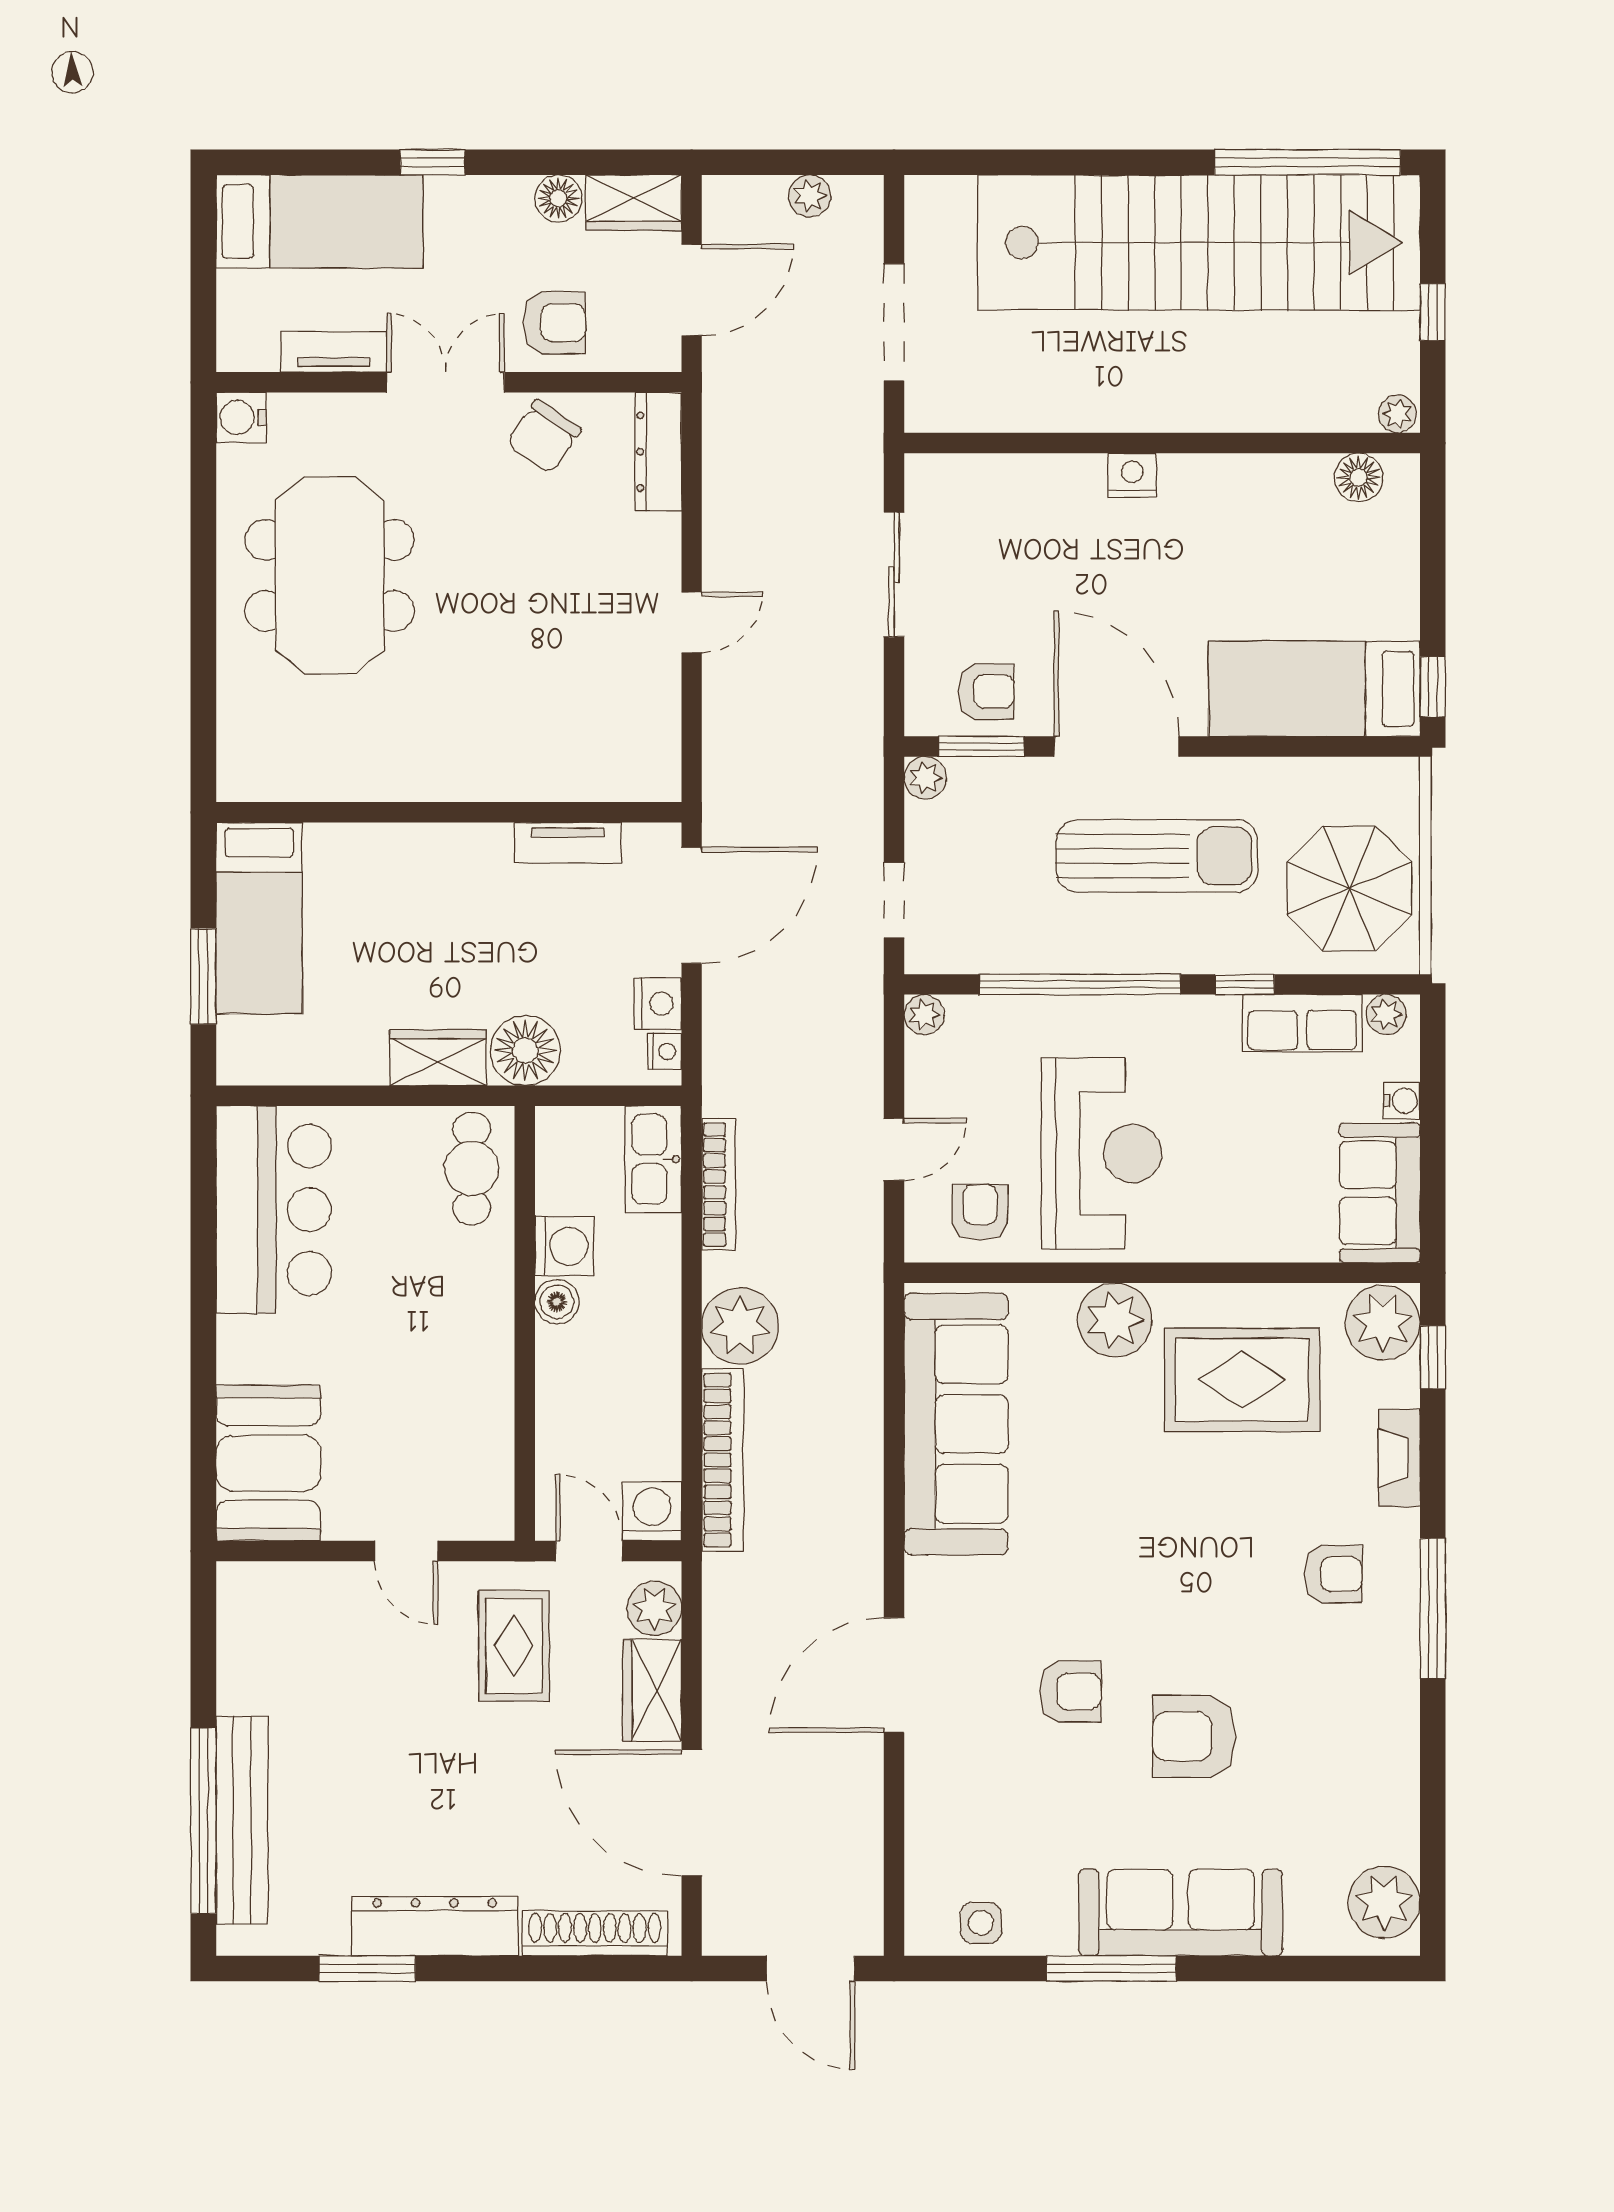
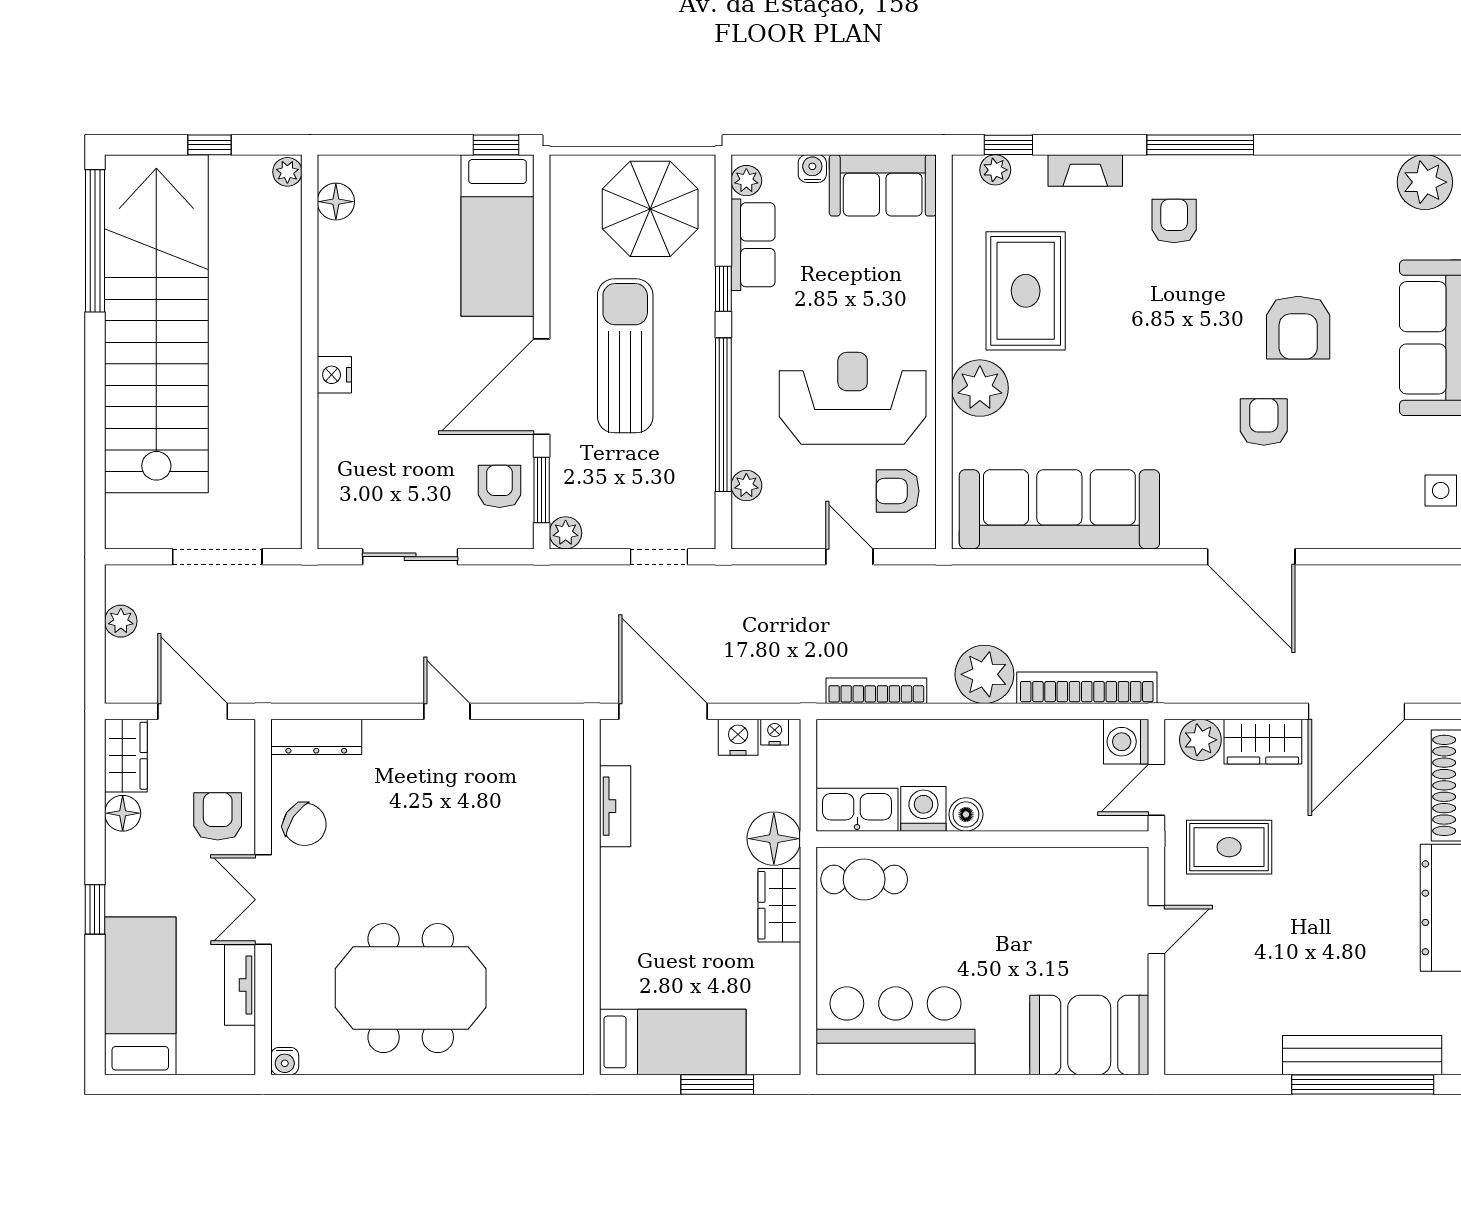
water cooler: (241, 417) -> (285, 1061), width x0.72, depth x0.72
plant: (924, 1015) -> (746, 485), moved
kitchen sink: (653, 1159) -> (857, 810), moved, turned 180
plant: (1383, 1323) -> (995, 170), width x0.53, depth x0.53

